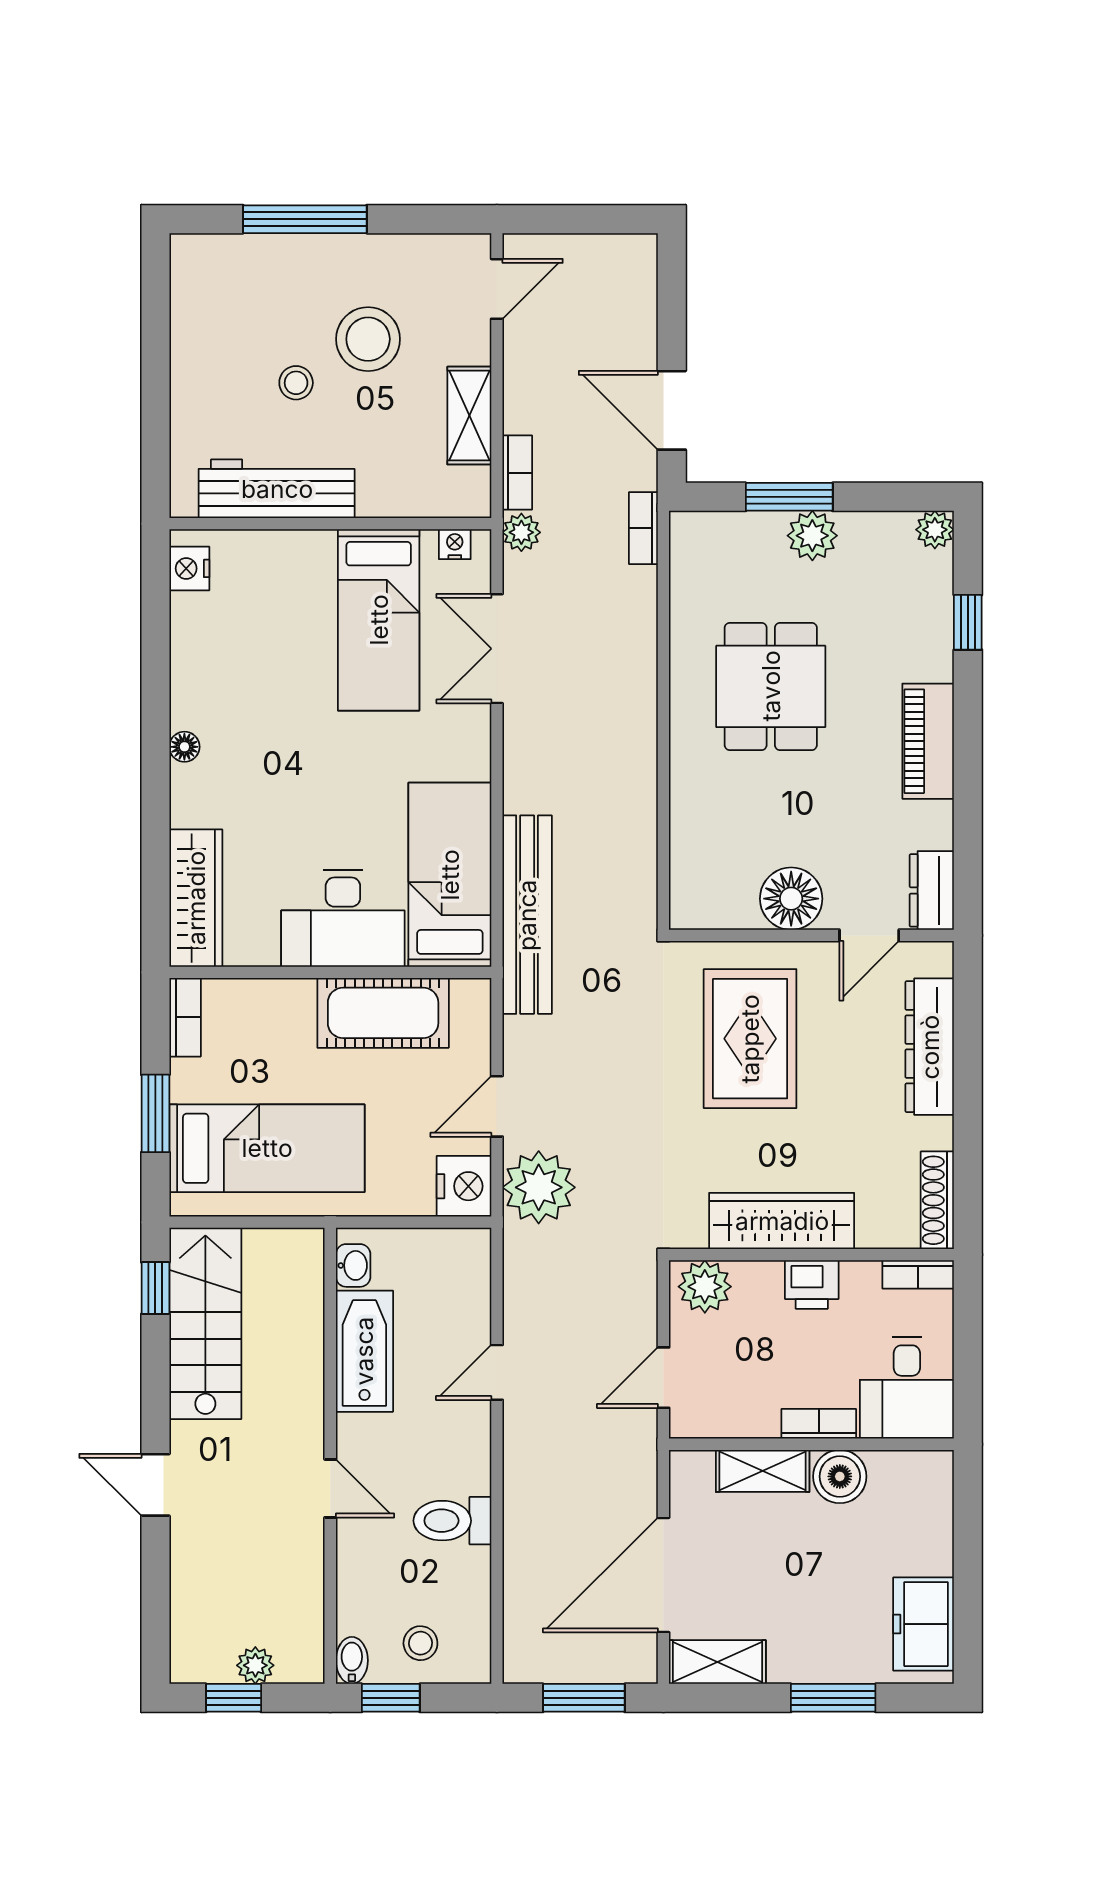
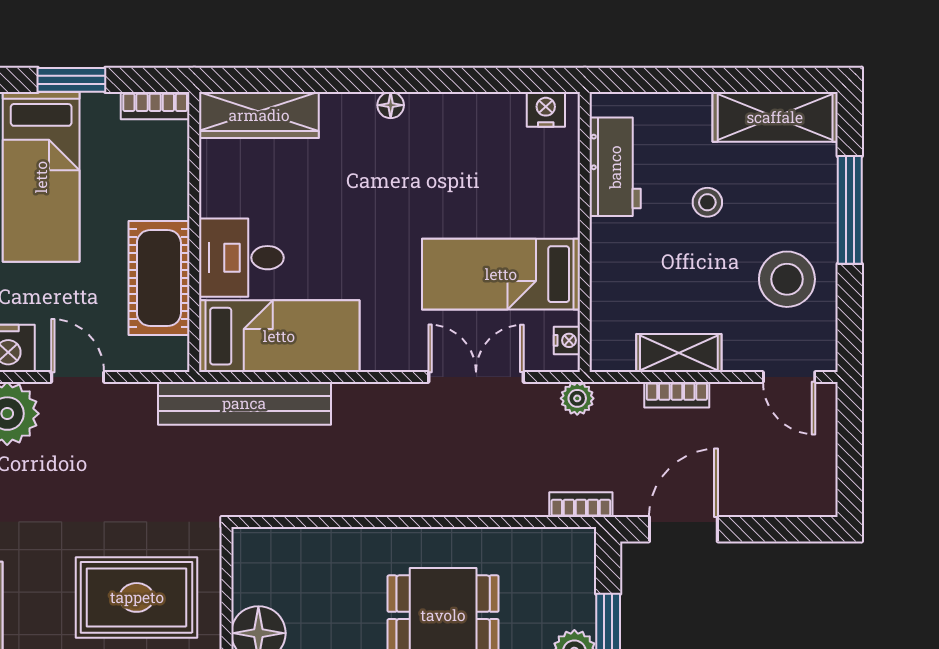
shelving: (198, 305) -> (775, 117), added
stool: (368, 339) -> (787, 279), moved
bookcase: (517, 473) -> (677, 395), moved
workbench: (277, 489) -> (615, 167), width x0.73
desk: (343, 918) -> (241, 258), width x0.73

